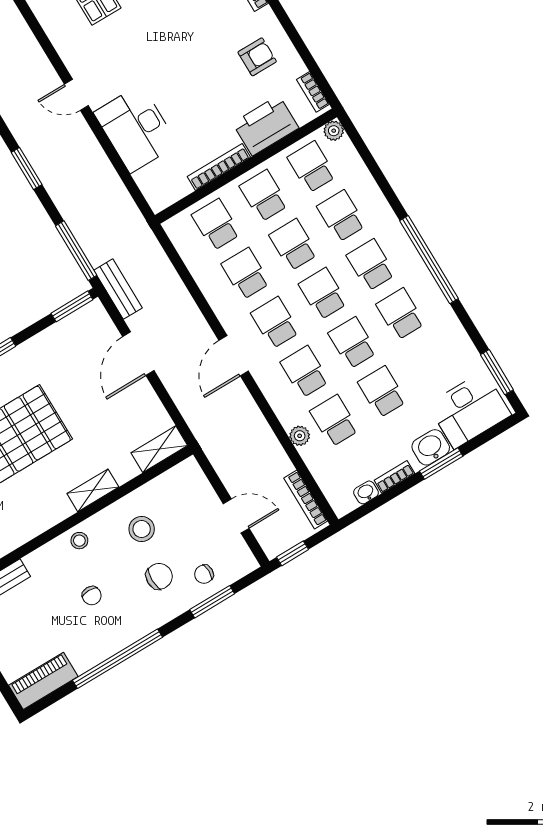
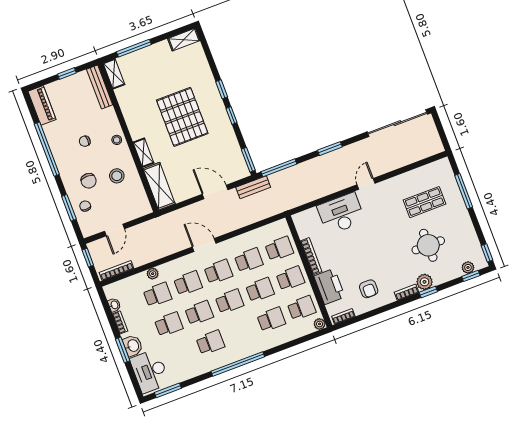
school desk: (371, 265) -> (241, 331), removed
shelving: (159, 449) -> (159, 186), width x1.50, depth x1.33

